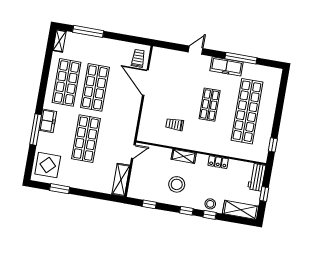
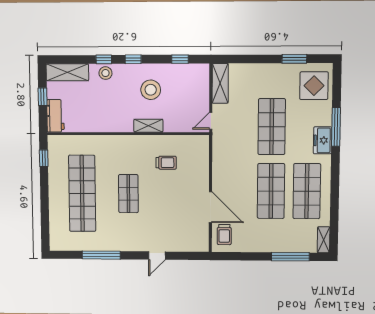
freezer: (227, 66) -> (116, 243), removed
locker: (218, 162) -> (105, 126), removed

